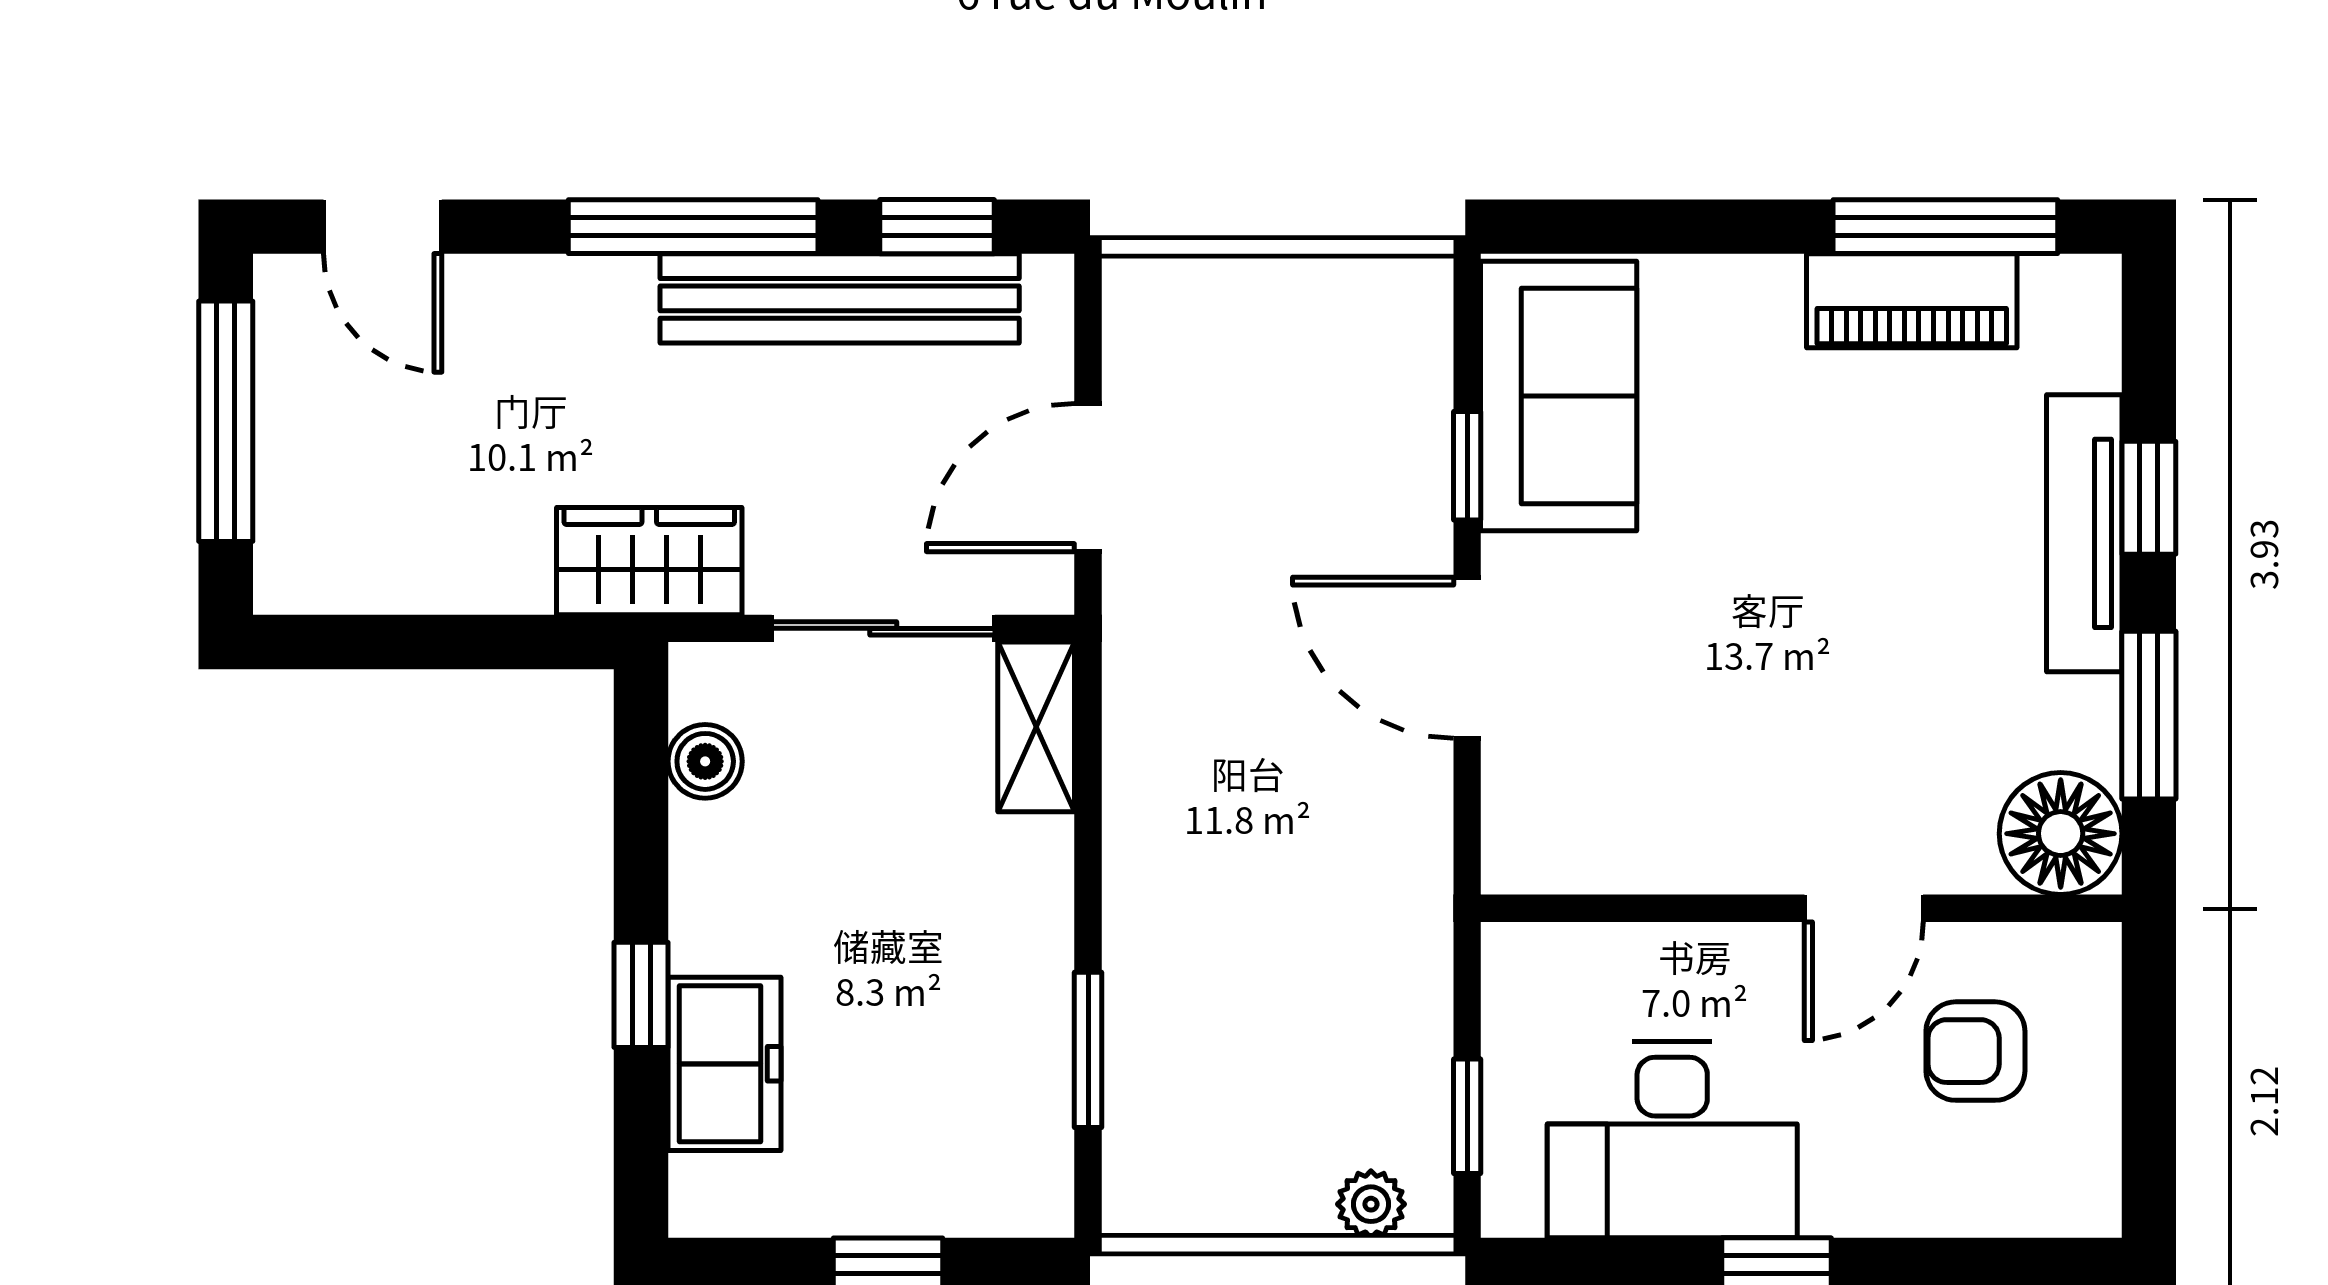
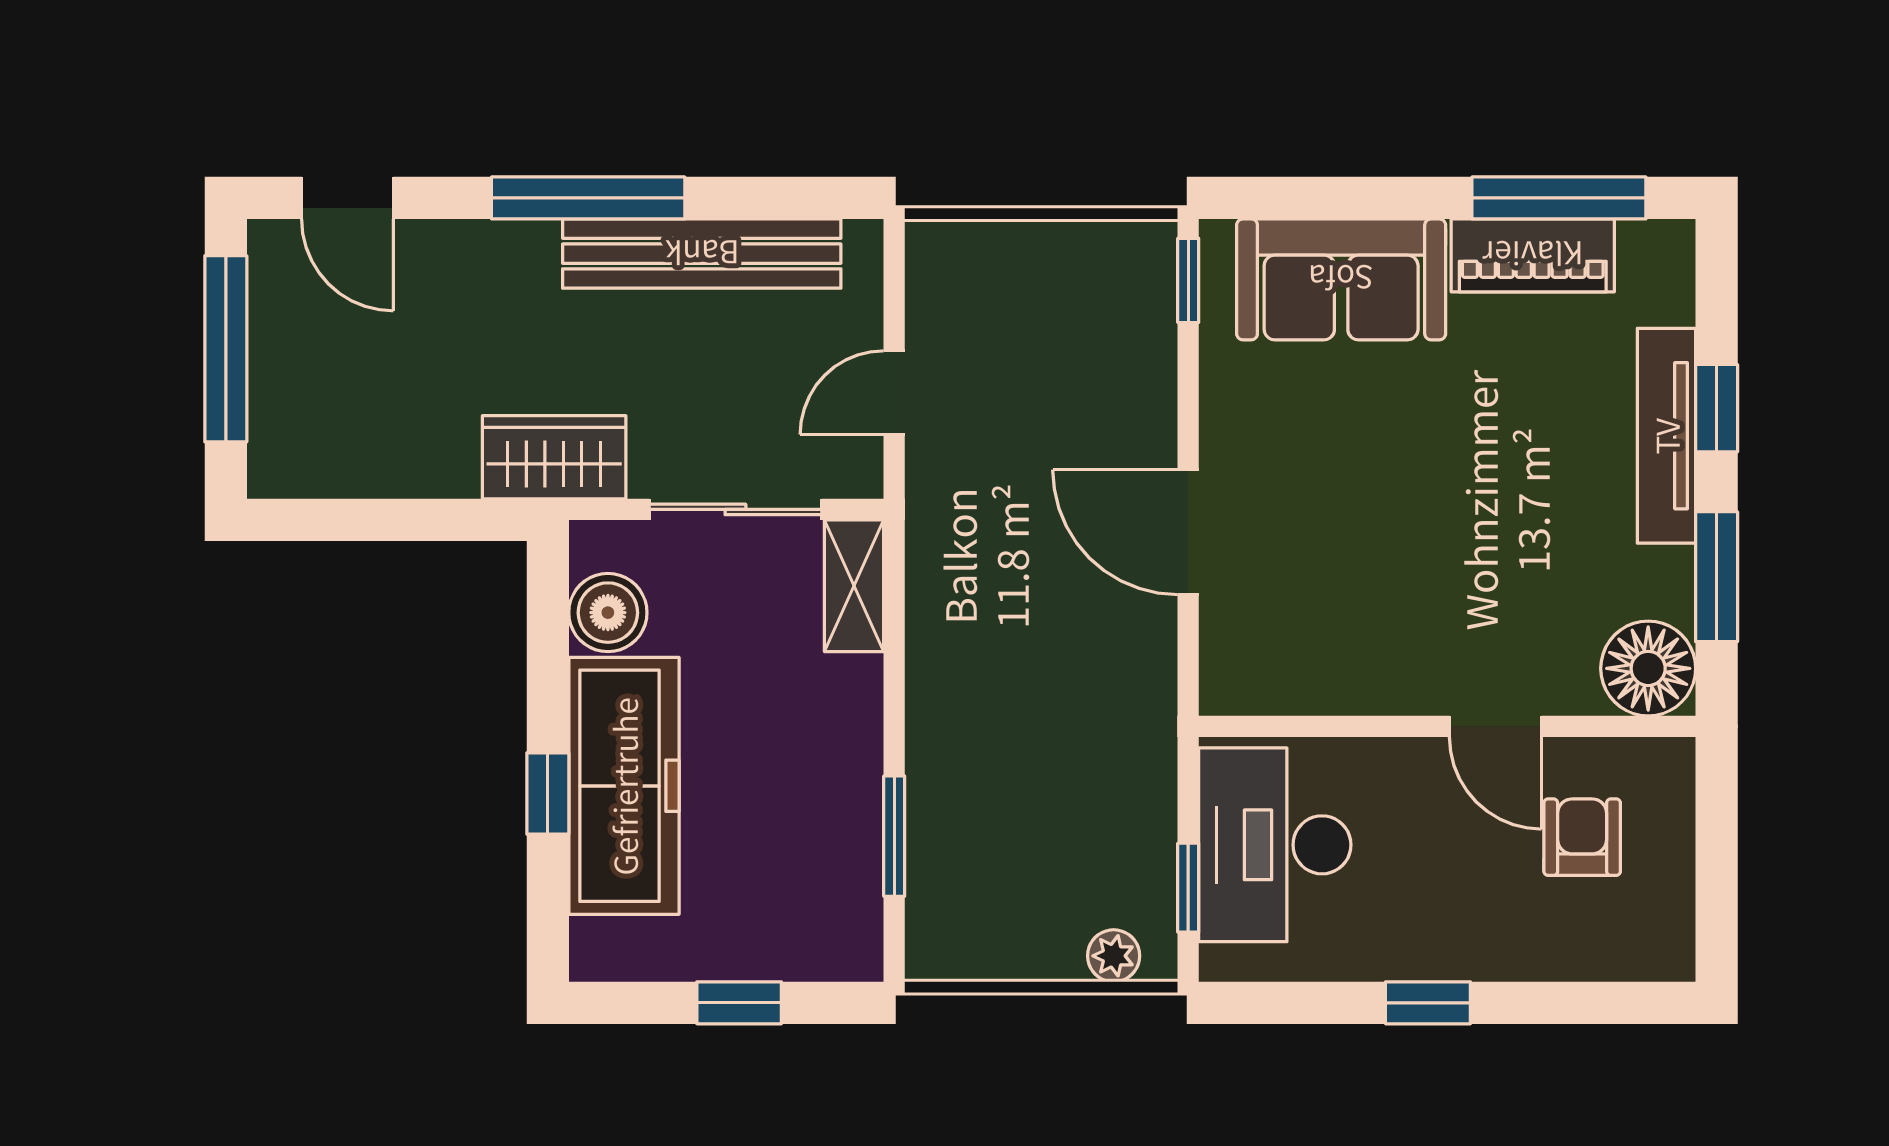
window: (937, 227) -> (777, 198), removed
sofa: (1559, 396) -> (1341, 279), moved, turned 90
window: (1467, 466) -> (1188, 280), moved
door: (1088, 478) -> (894, 393), width x0.73
boiler: (705, 761) -> (608, 613), width x1.36, depth x1.36
door: (1864, 908) -> (1496, 726), hinge flipped
armchair: (1975, 1051) -> (1582, 837), turned 90
freezer: (725, 1064) -> (624, 786), width x1.91, depth x1.26
desk: (1672, 1140) -> (1275, 845), moved, turned 90

